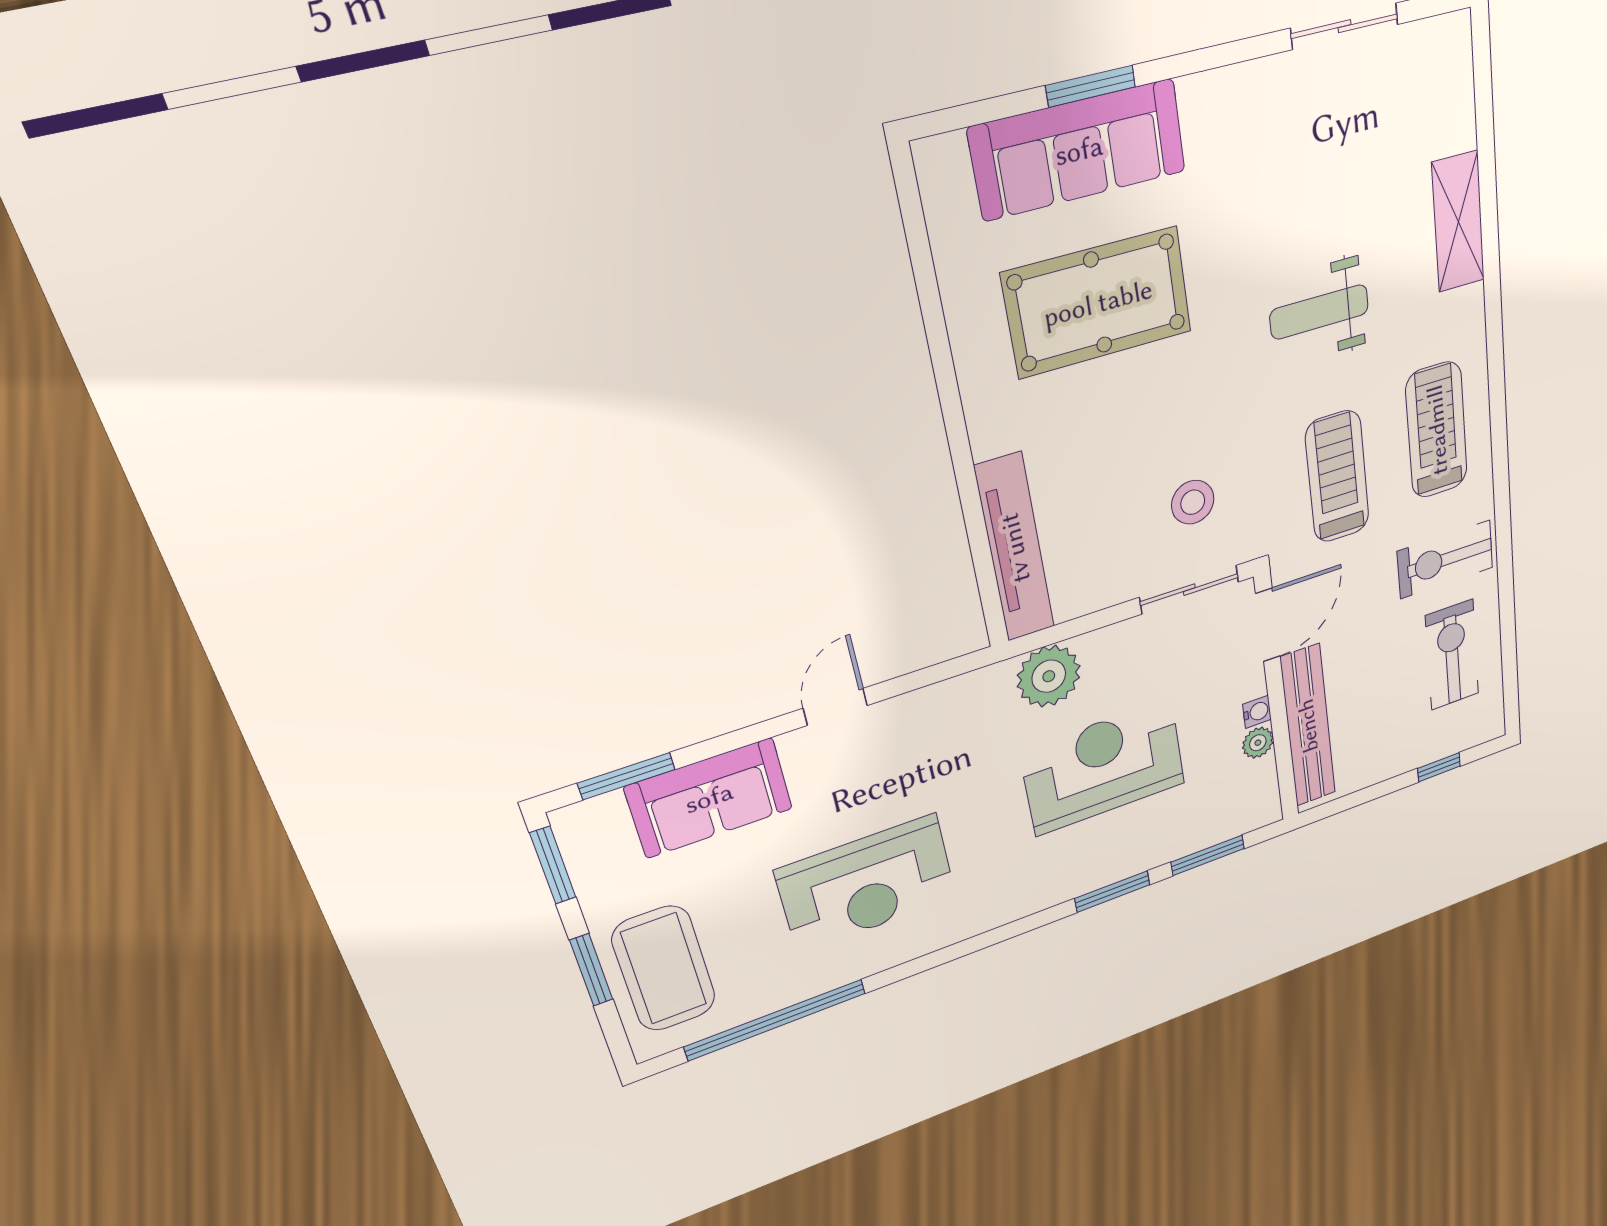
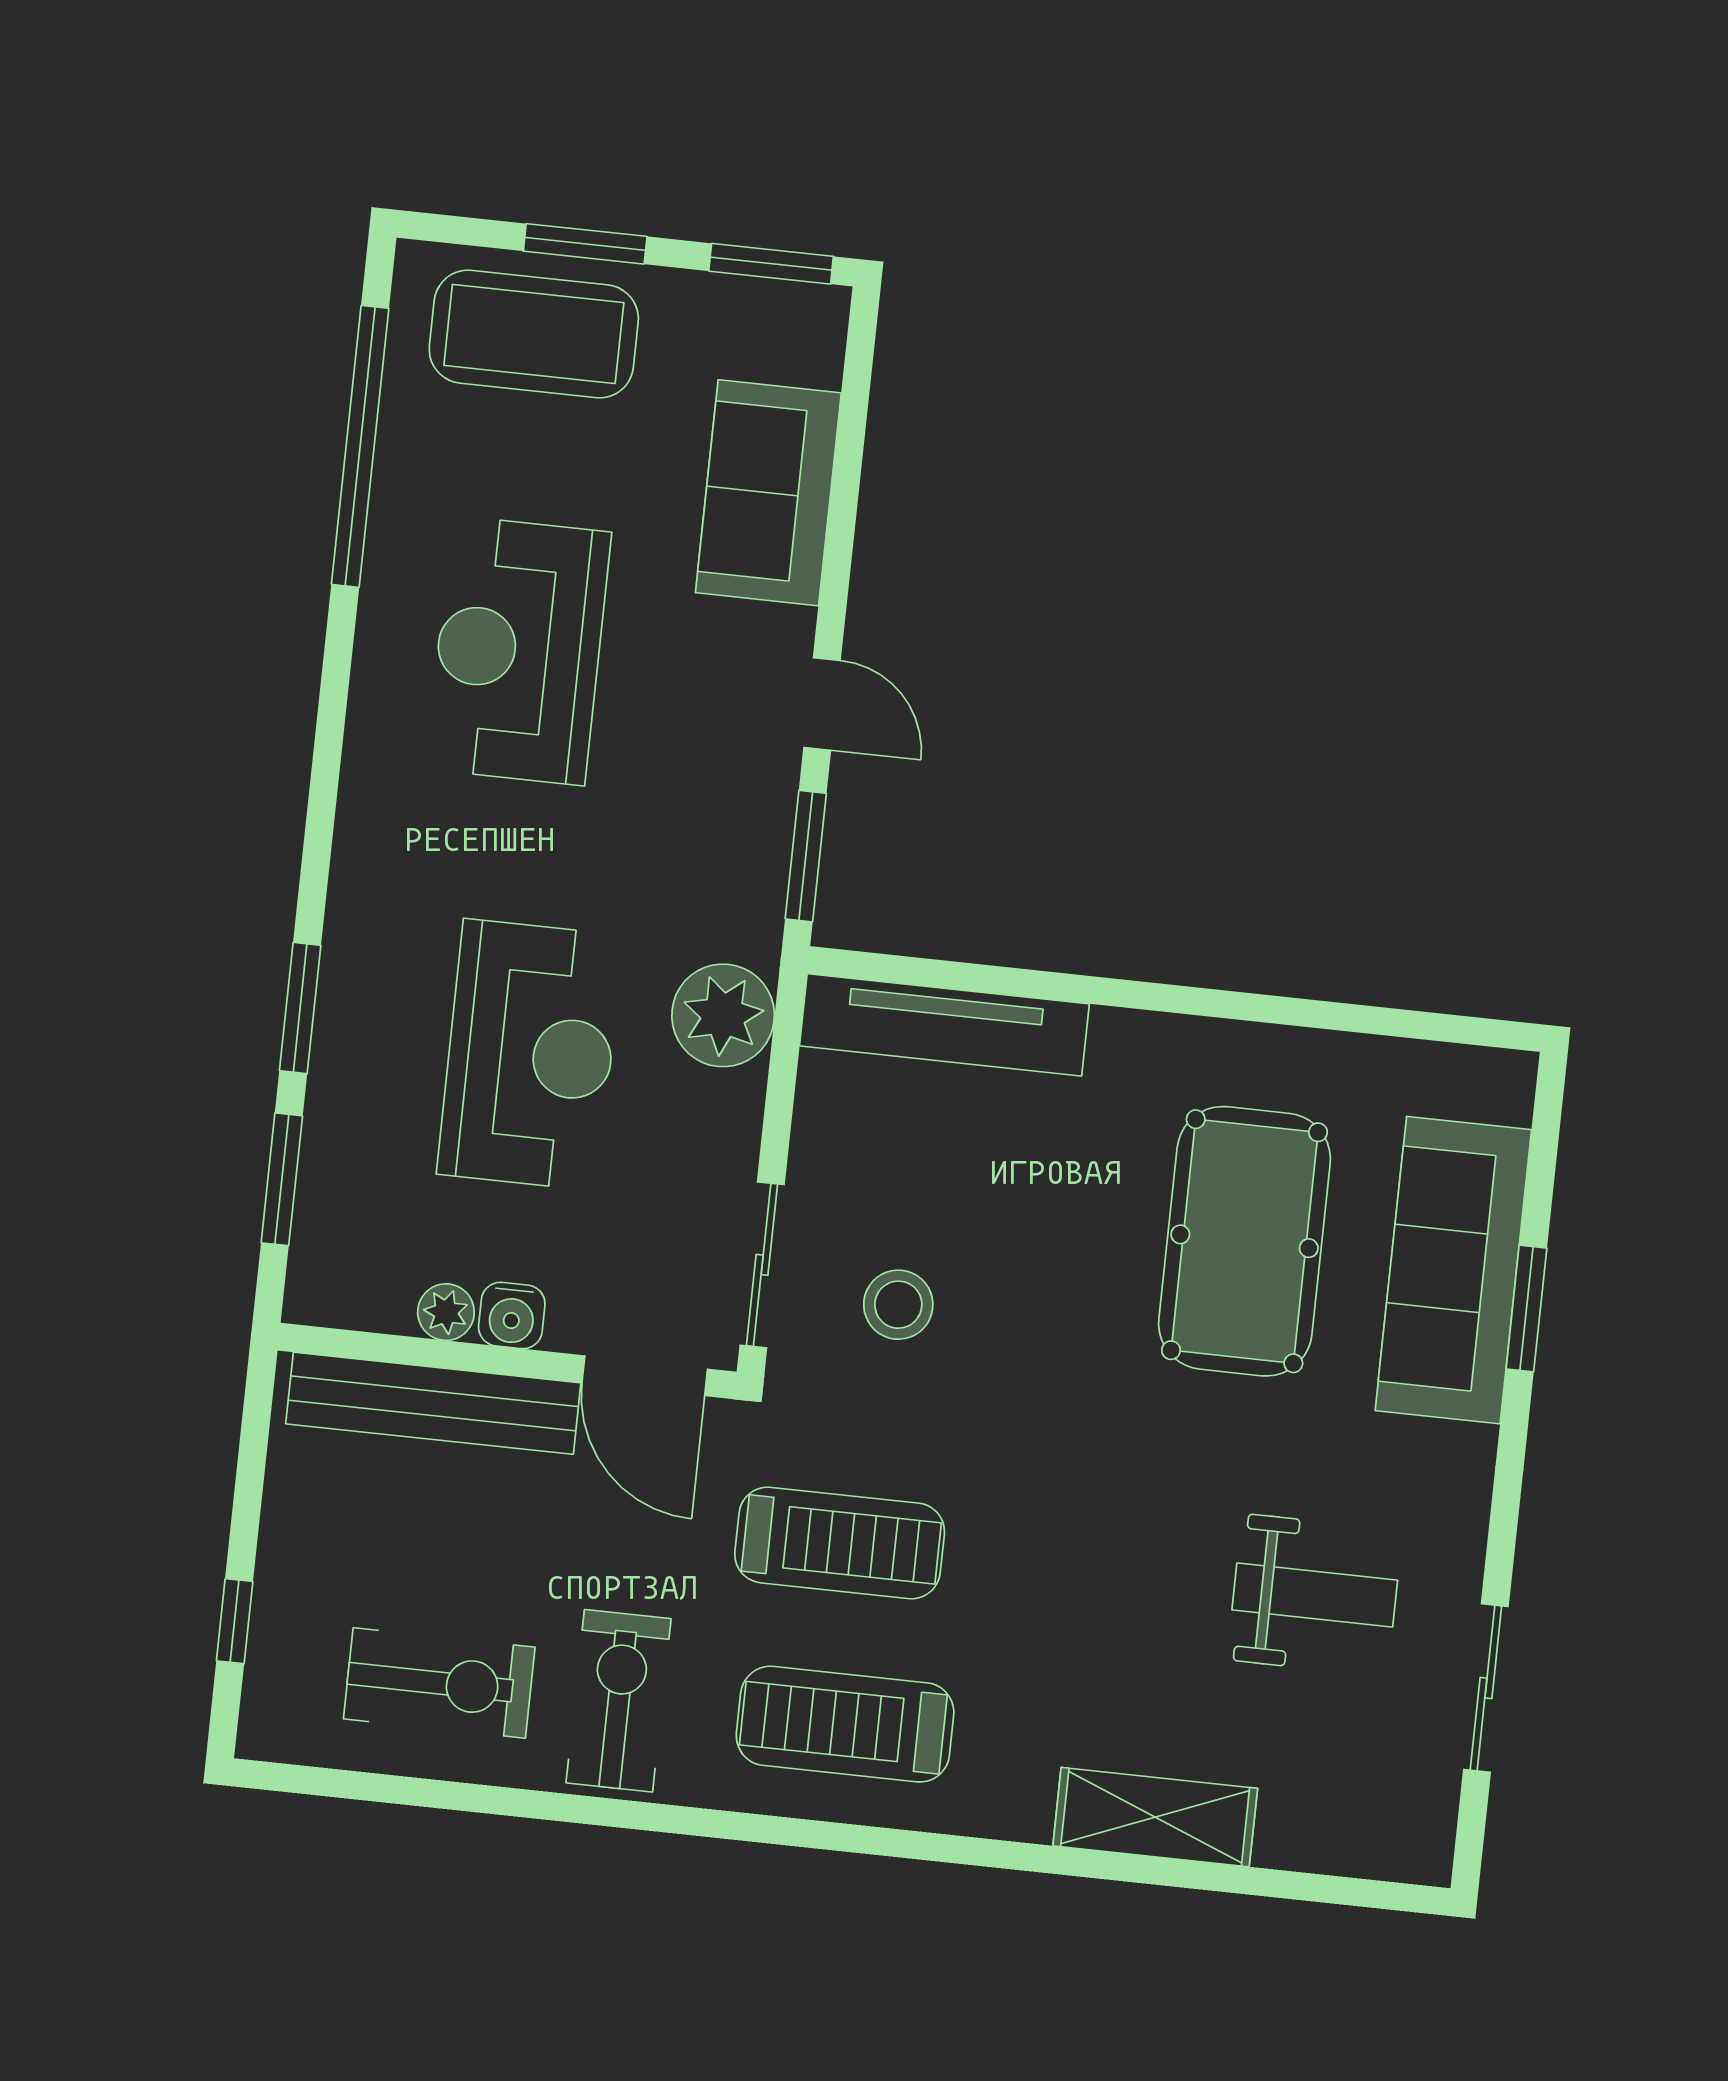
weight bench: (1319, 312) -> (1315, 1595), moved, turned 90
treadmill: (1437, 430) -> (845, 1724), turned 180
water cooler: (1257, 712) -> (512, 1315), width x1.38, depth x1.38
window: (626, 776) -> (806, 856), moved

